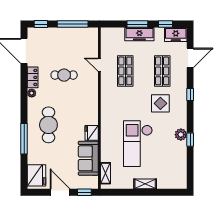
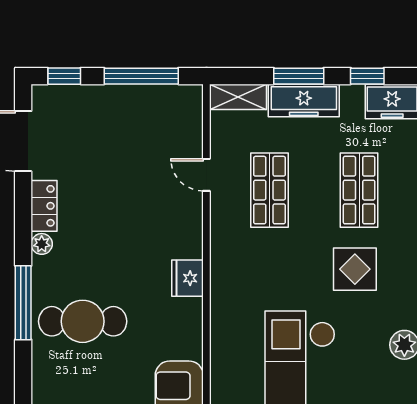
shelving: (112, 33) -> (238, 97), added
cafe table: (64, 75) -> (121, 200), removed
cafe table: (48, 125) -> (83, 321), turned 90
fridge: (92, 133) -> (188, 278), moved
window: (24, 139) -> (23, 303), moved

